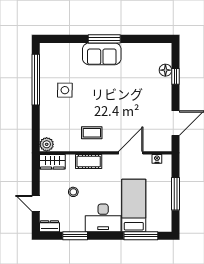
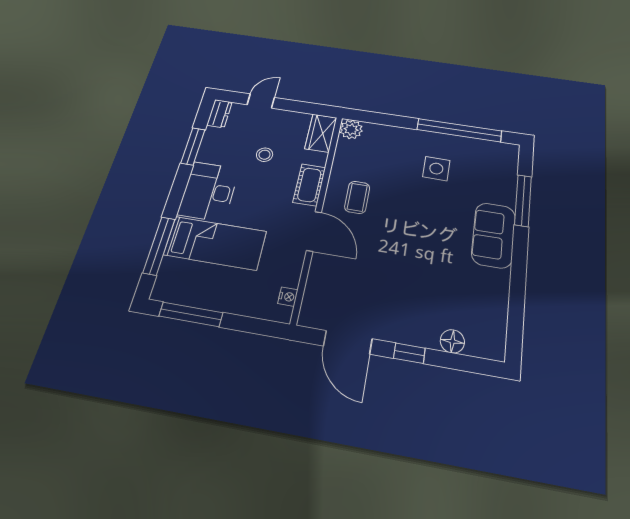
window: (104, 39) -> (523, 200), moved
window: (175, 76) -> (409, 353), moved
door: (131, 153) -> (314, 231), moved
window: (175, 194) -> (191, 314), moved

